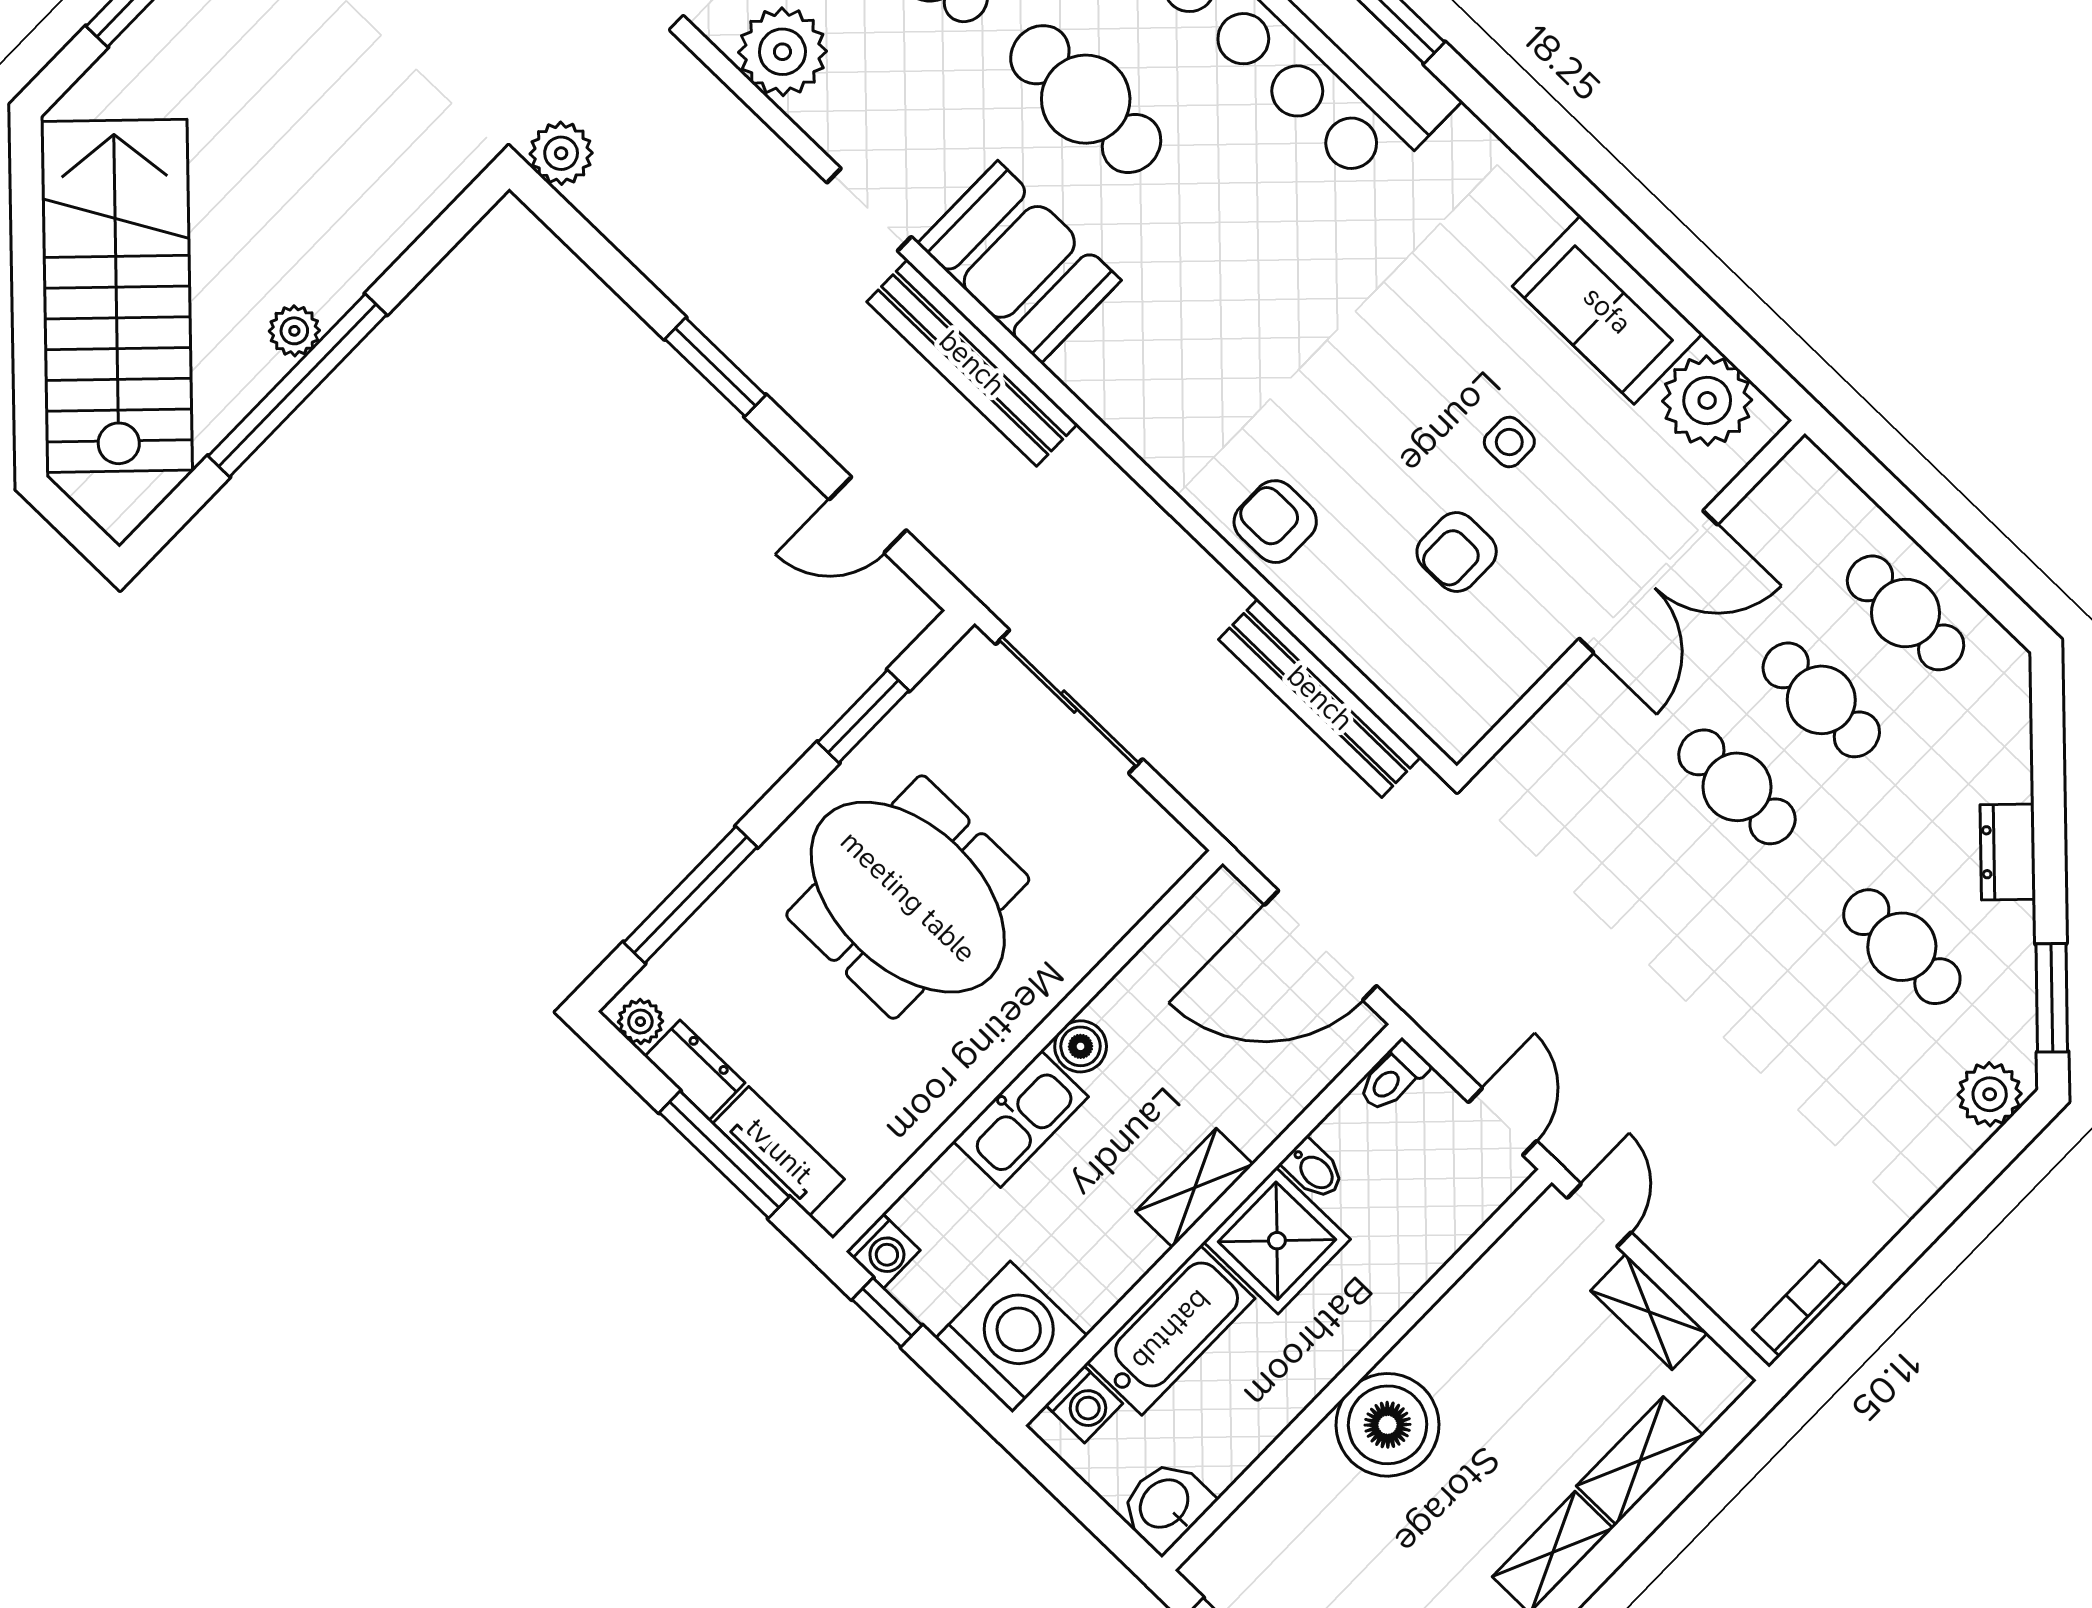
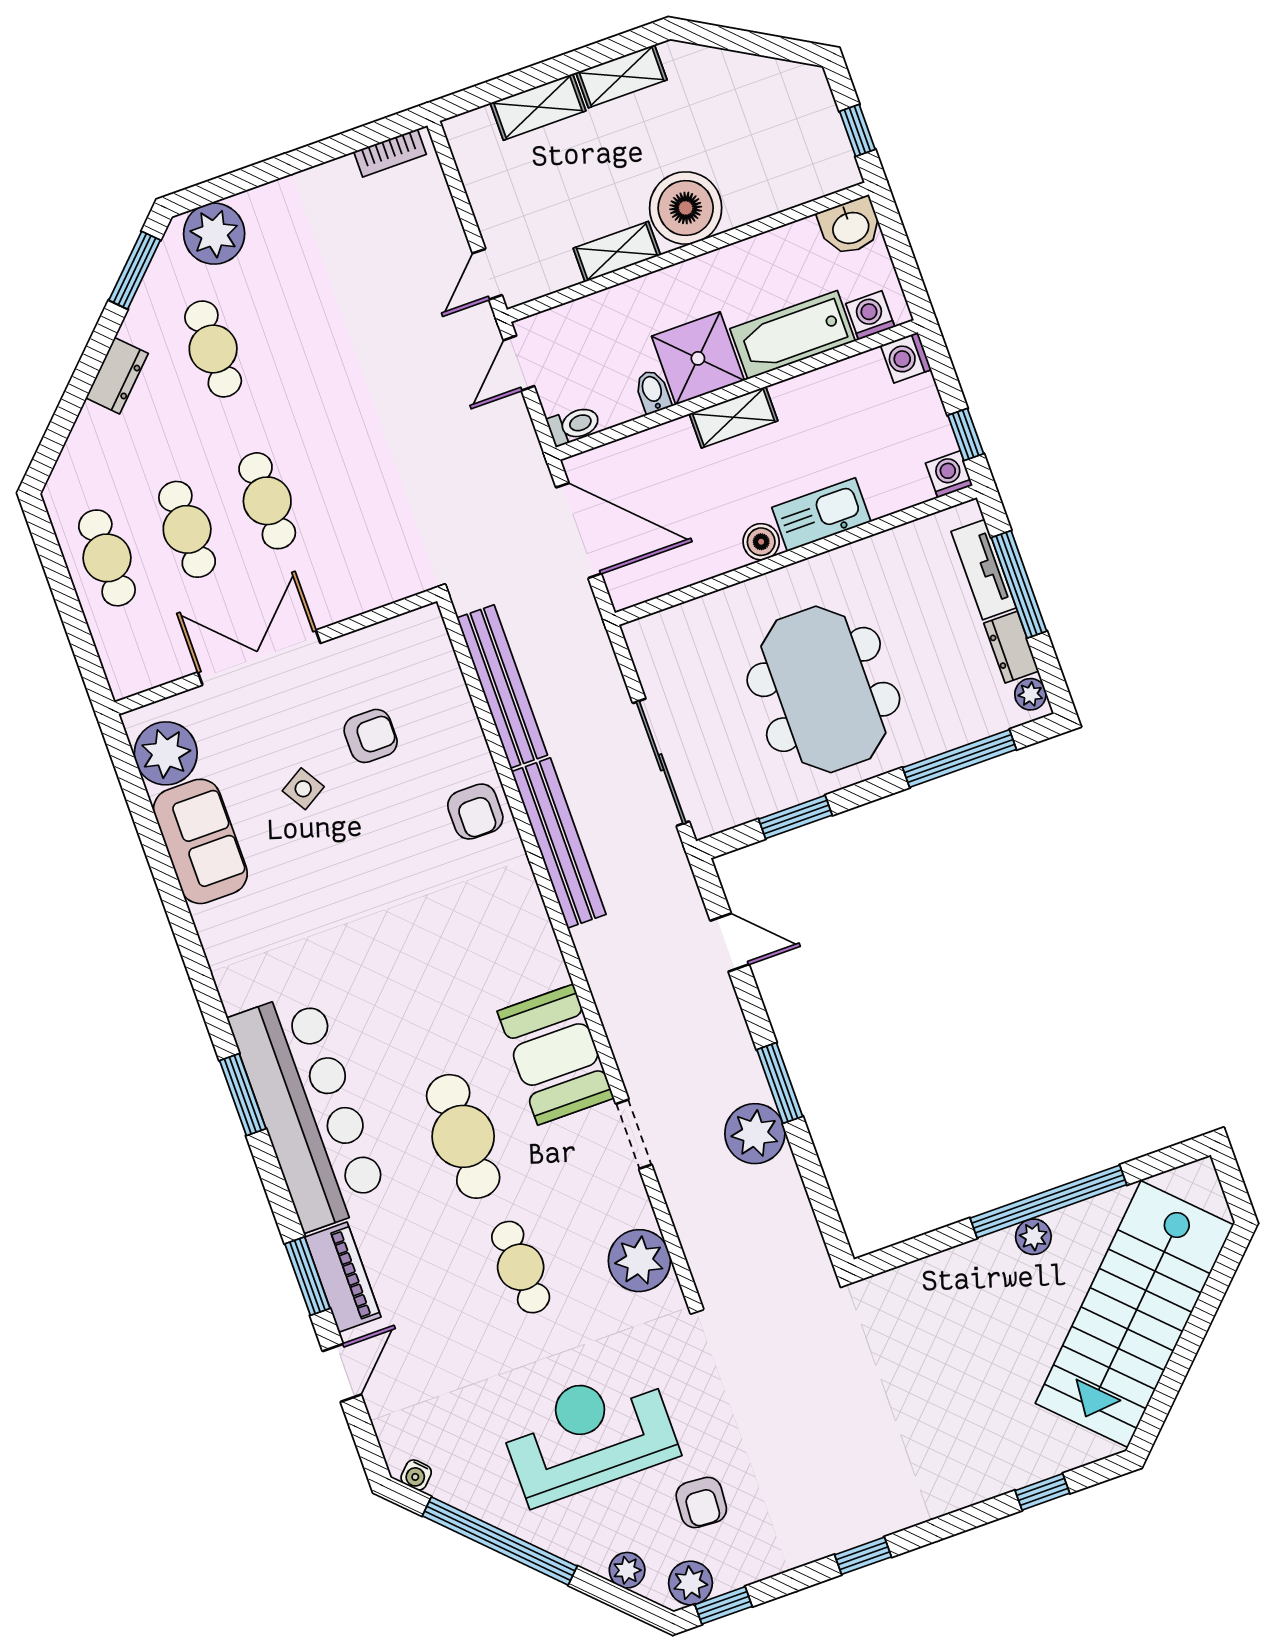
plant: (561, 153) -> (755, 1134), moved, width x1.36, depth x1.36
bench: (972, 363) -> (559, 843), moved
side table: (1509, 442) -> (303, 789), turned -31
plant: (1990, 1094) -> (214, 234), width x1.36, depth x1.36
shelving: (1649, 1312) -> (617, 252), moved, turned 90
washing machine: (1011, 1337) -> (906, 358), width x0.53, depth x0.53

